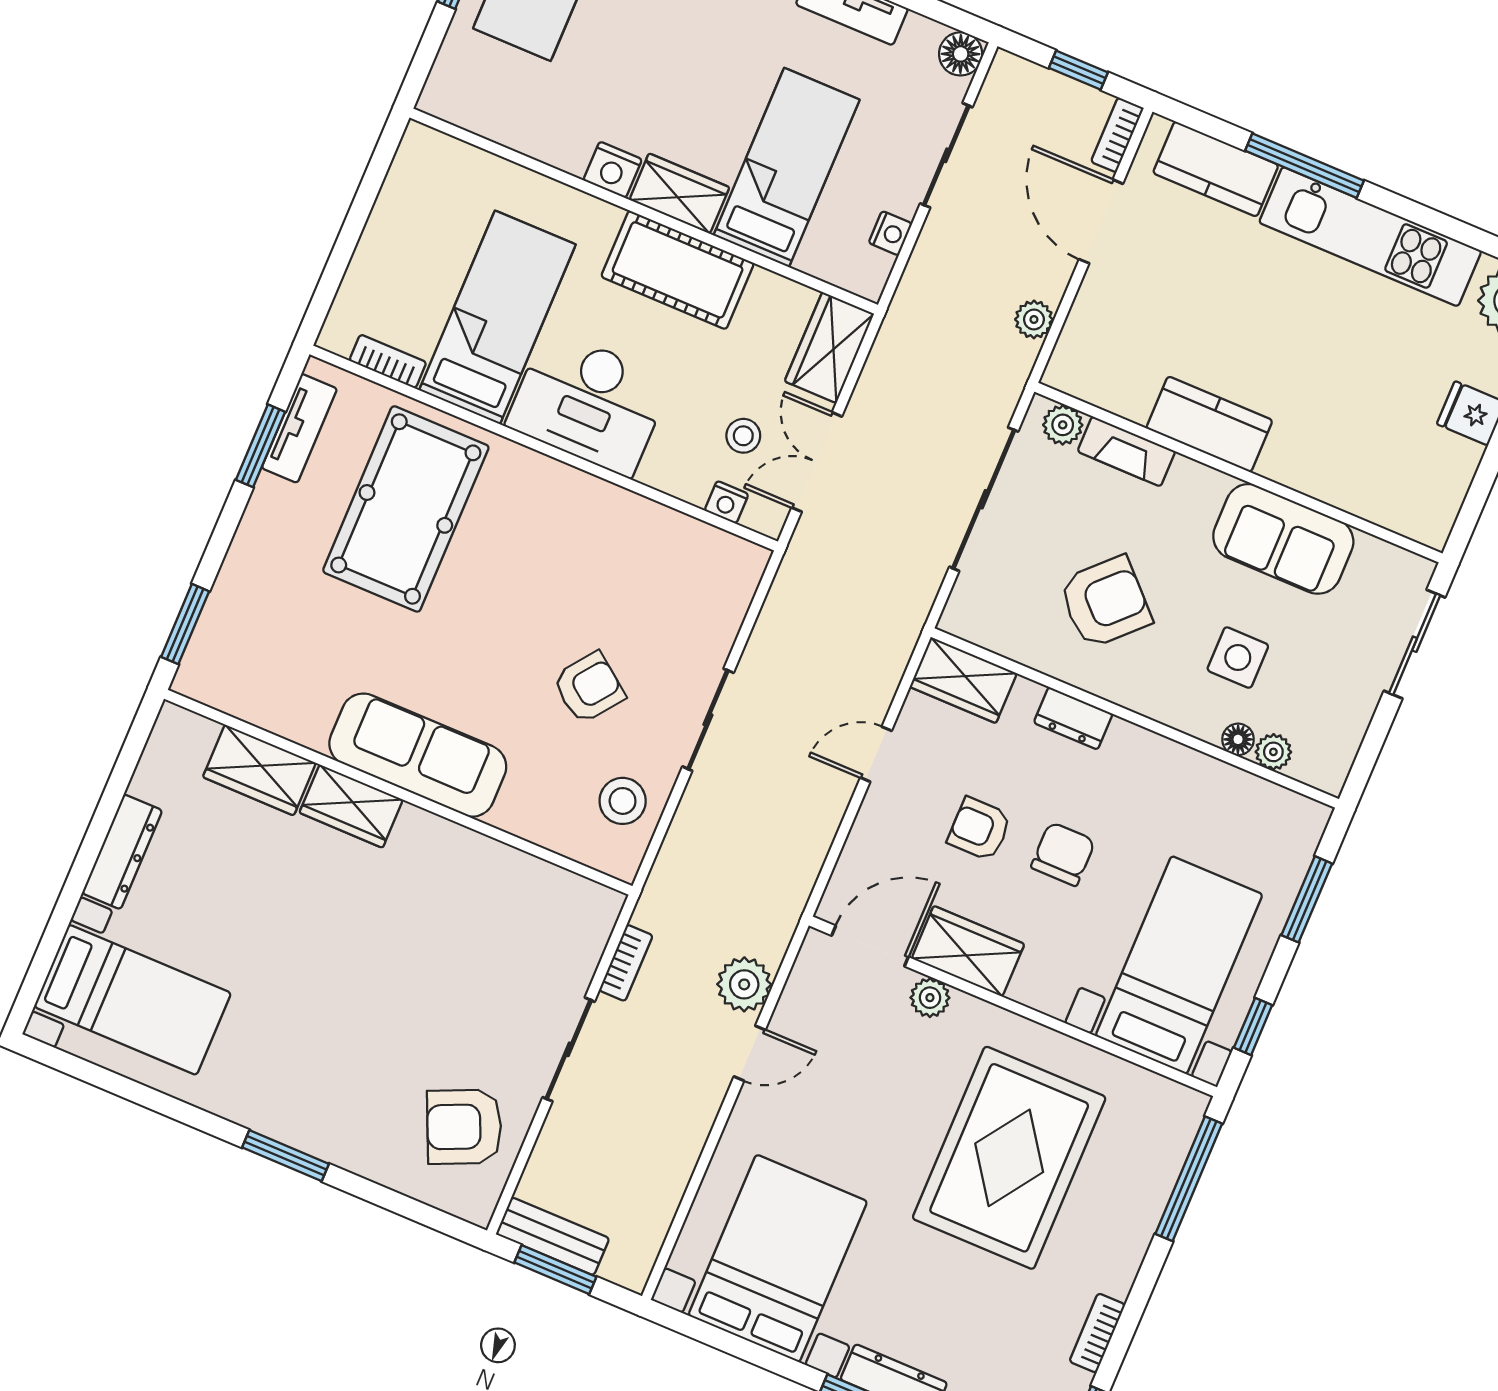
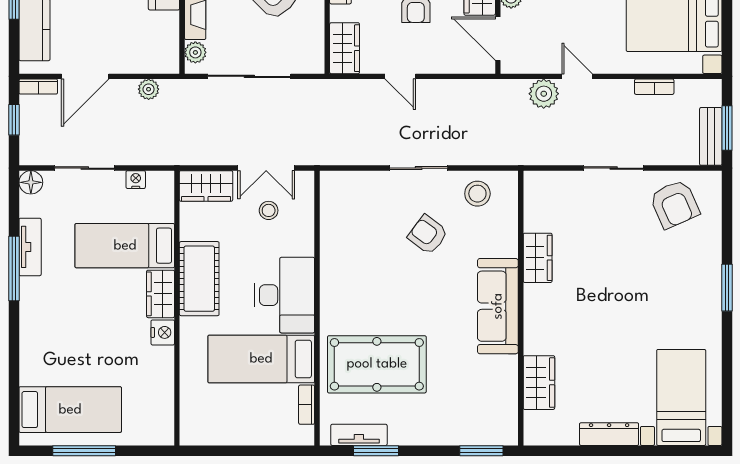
nightstand: (726, 502) -> (306, 205), removed
wardrobe: (351, 806) -> (538, 258), moved
bookcase: (626, 963) -> (654, 87), moved, turned 180

